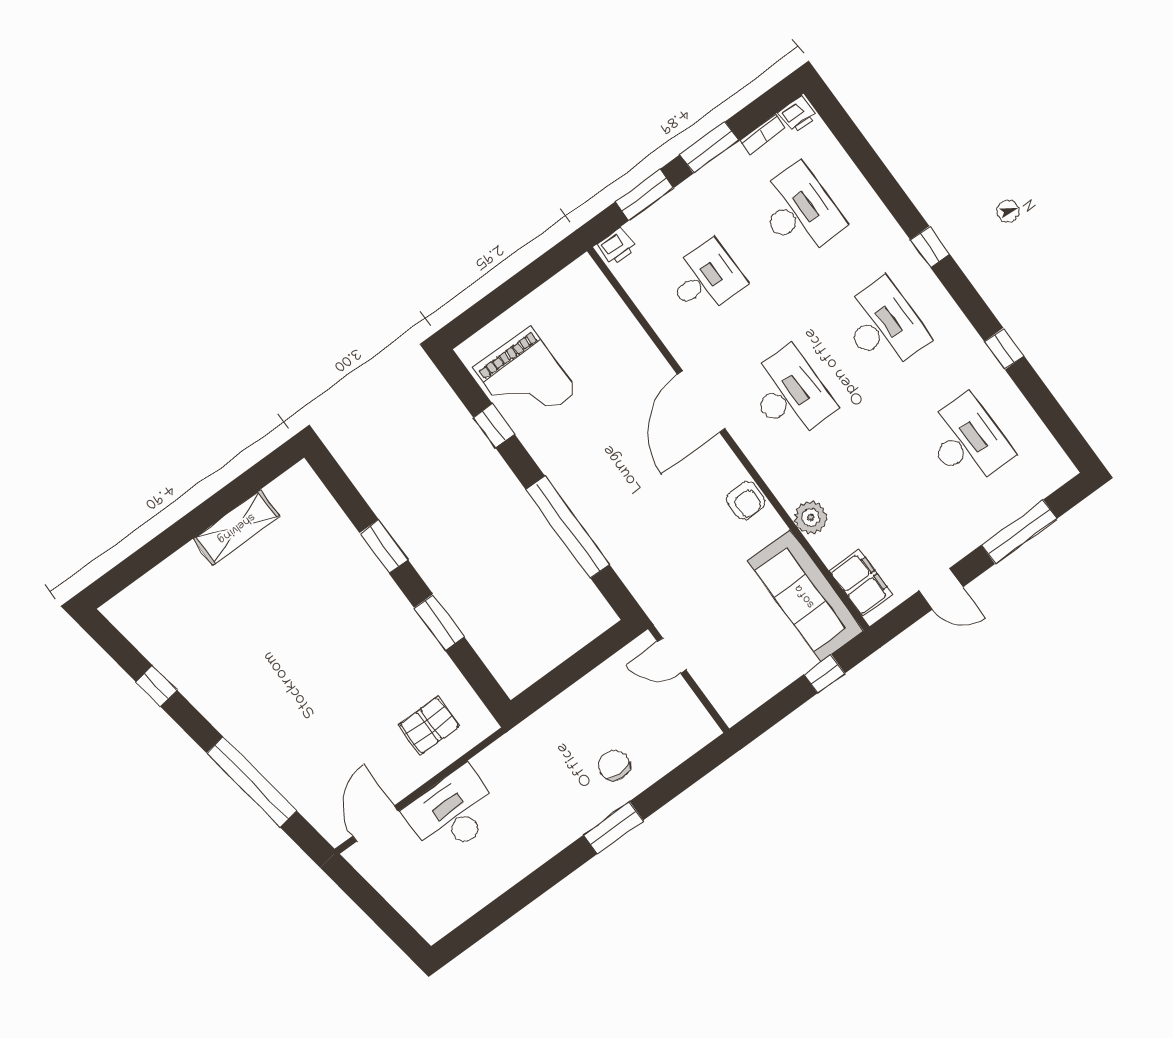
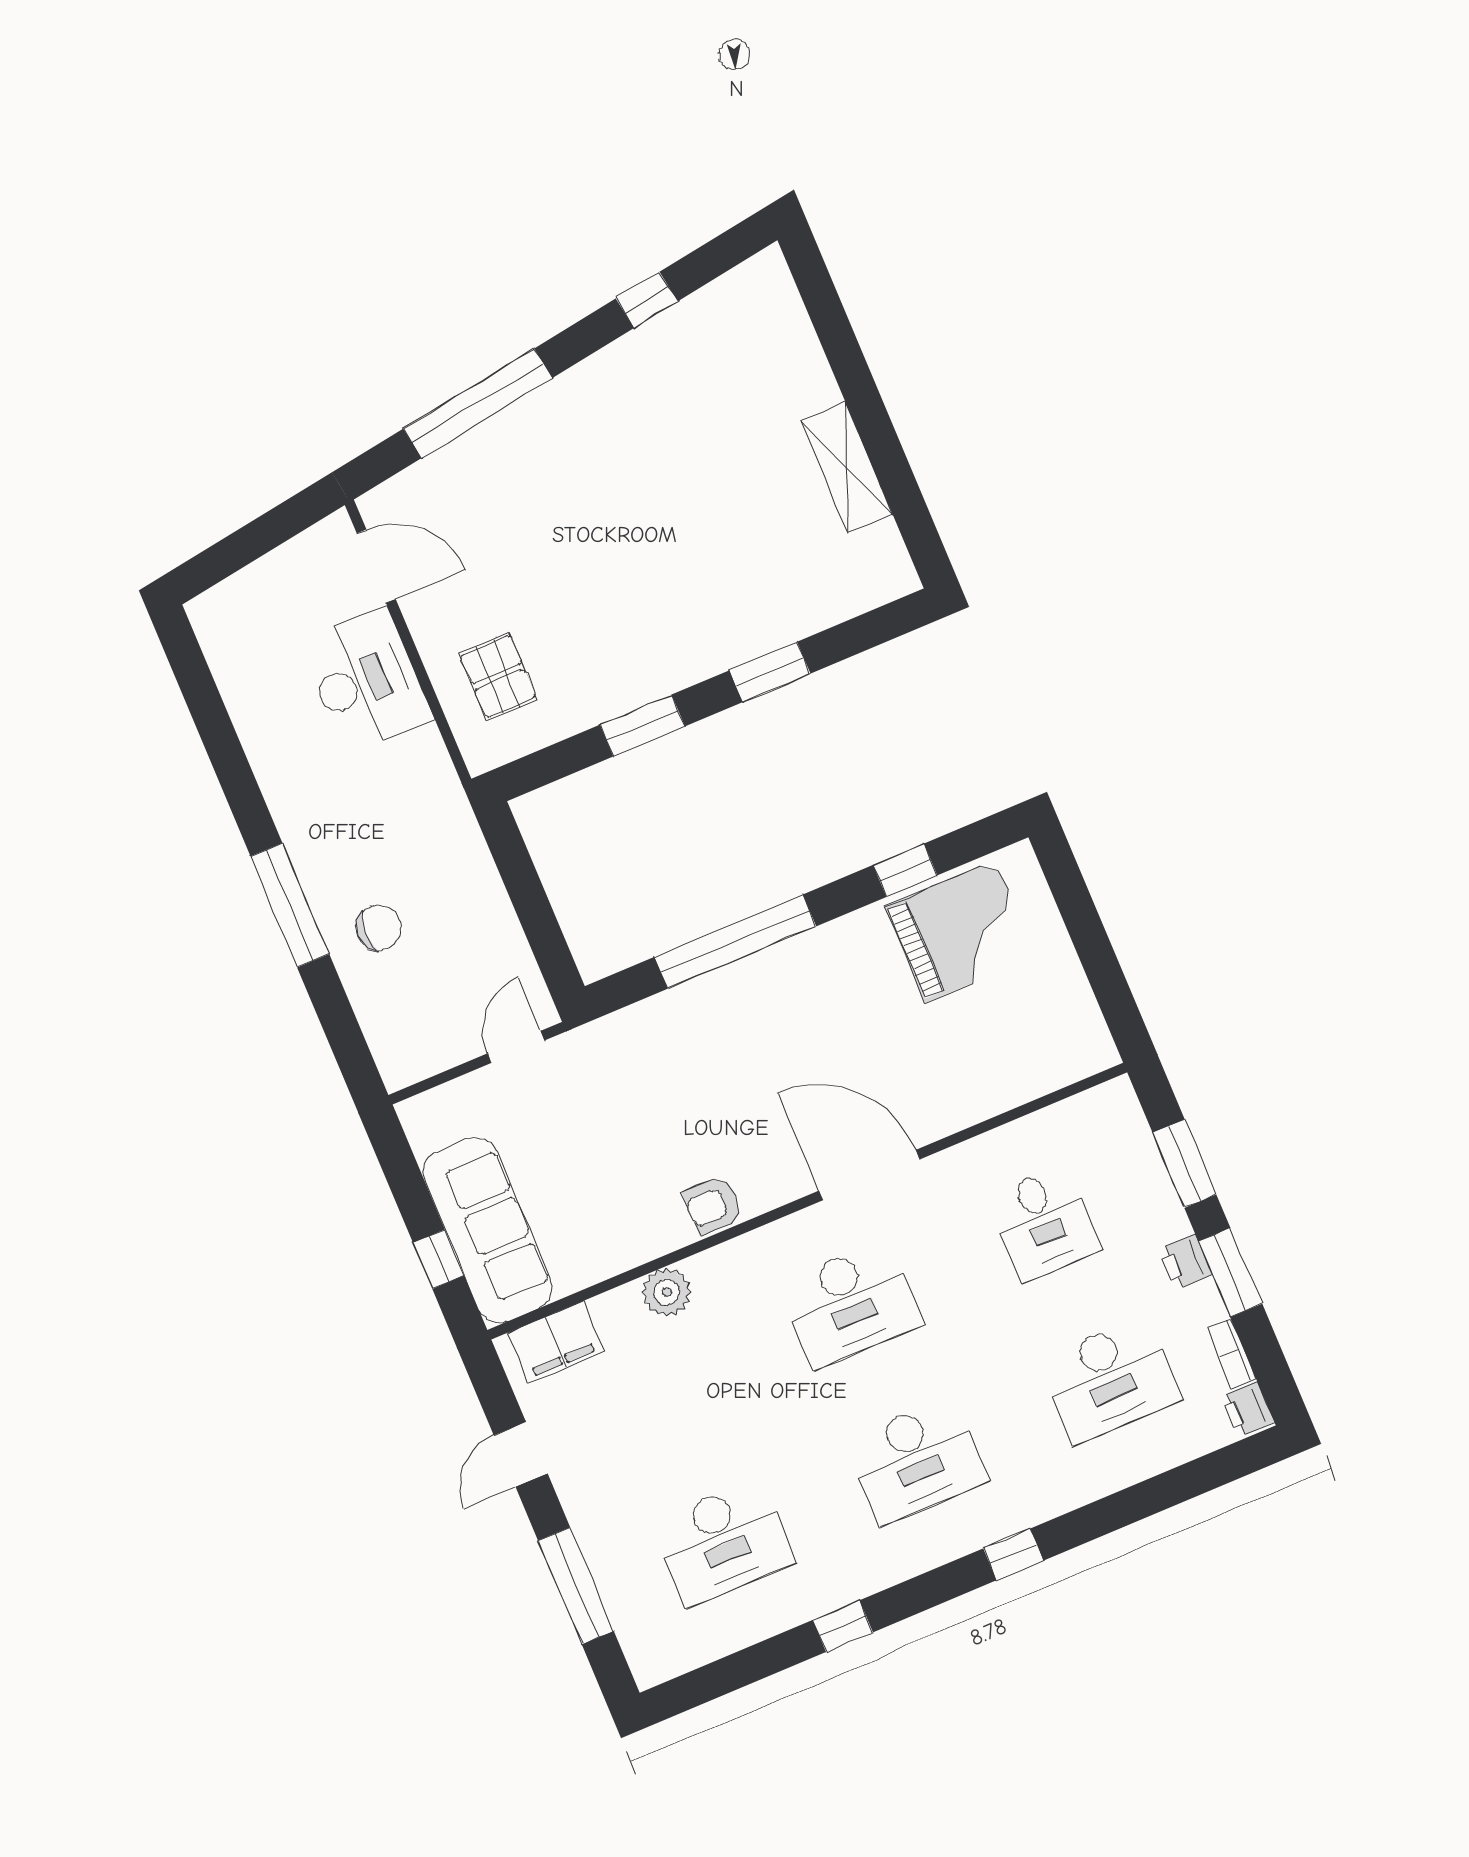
printer: (617, 247) -> (1185, 1262), moved
grand piano: (526, 379) -> (961, 931), turned 180
sofa: (805, 596) -> (488, 1230), moved, turned 90
window: (613, 828) -> (290, 905), width x1.44

